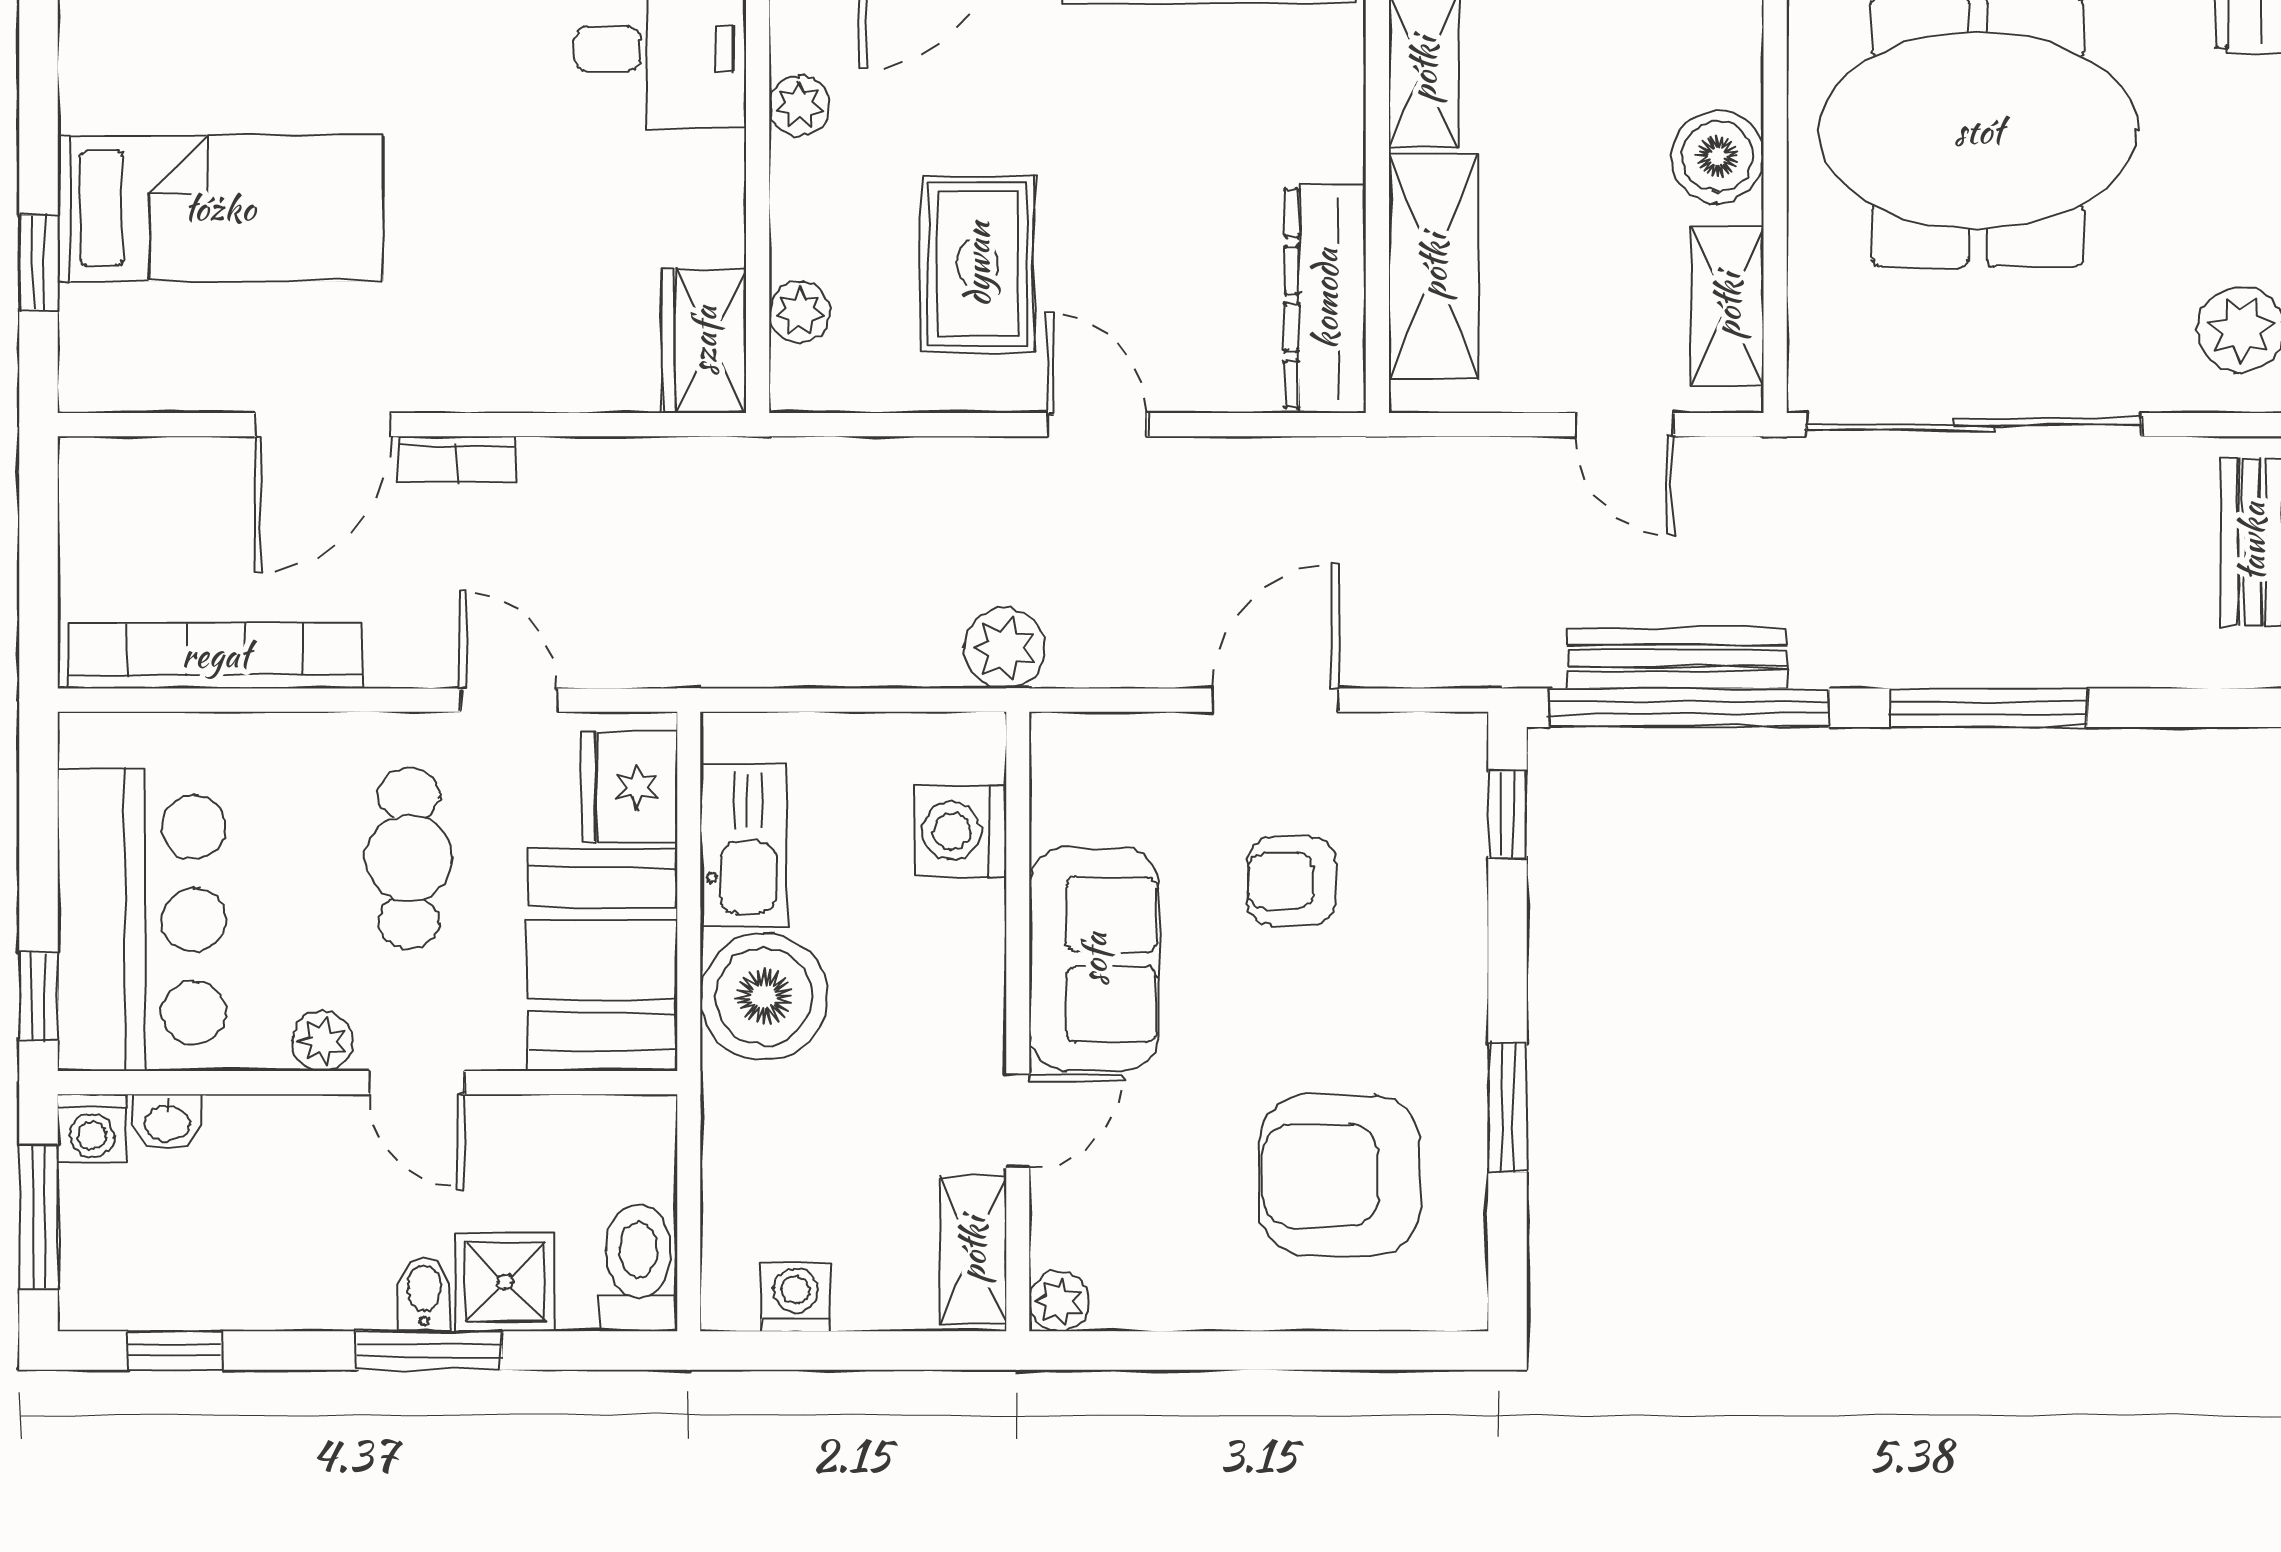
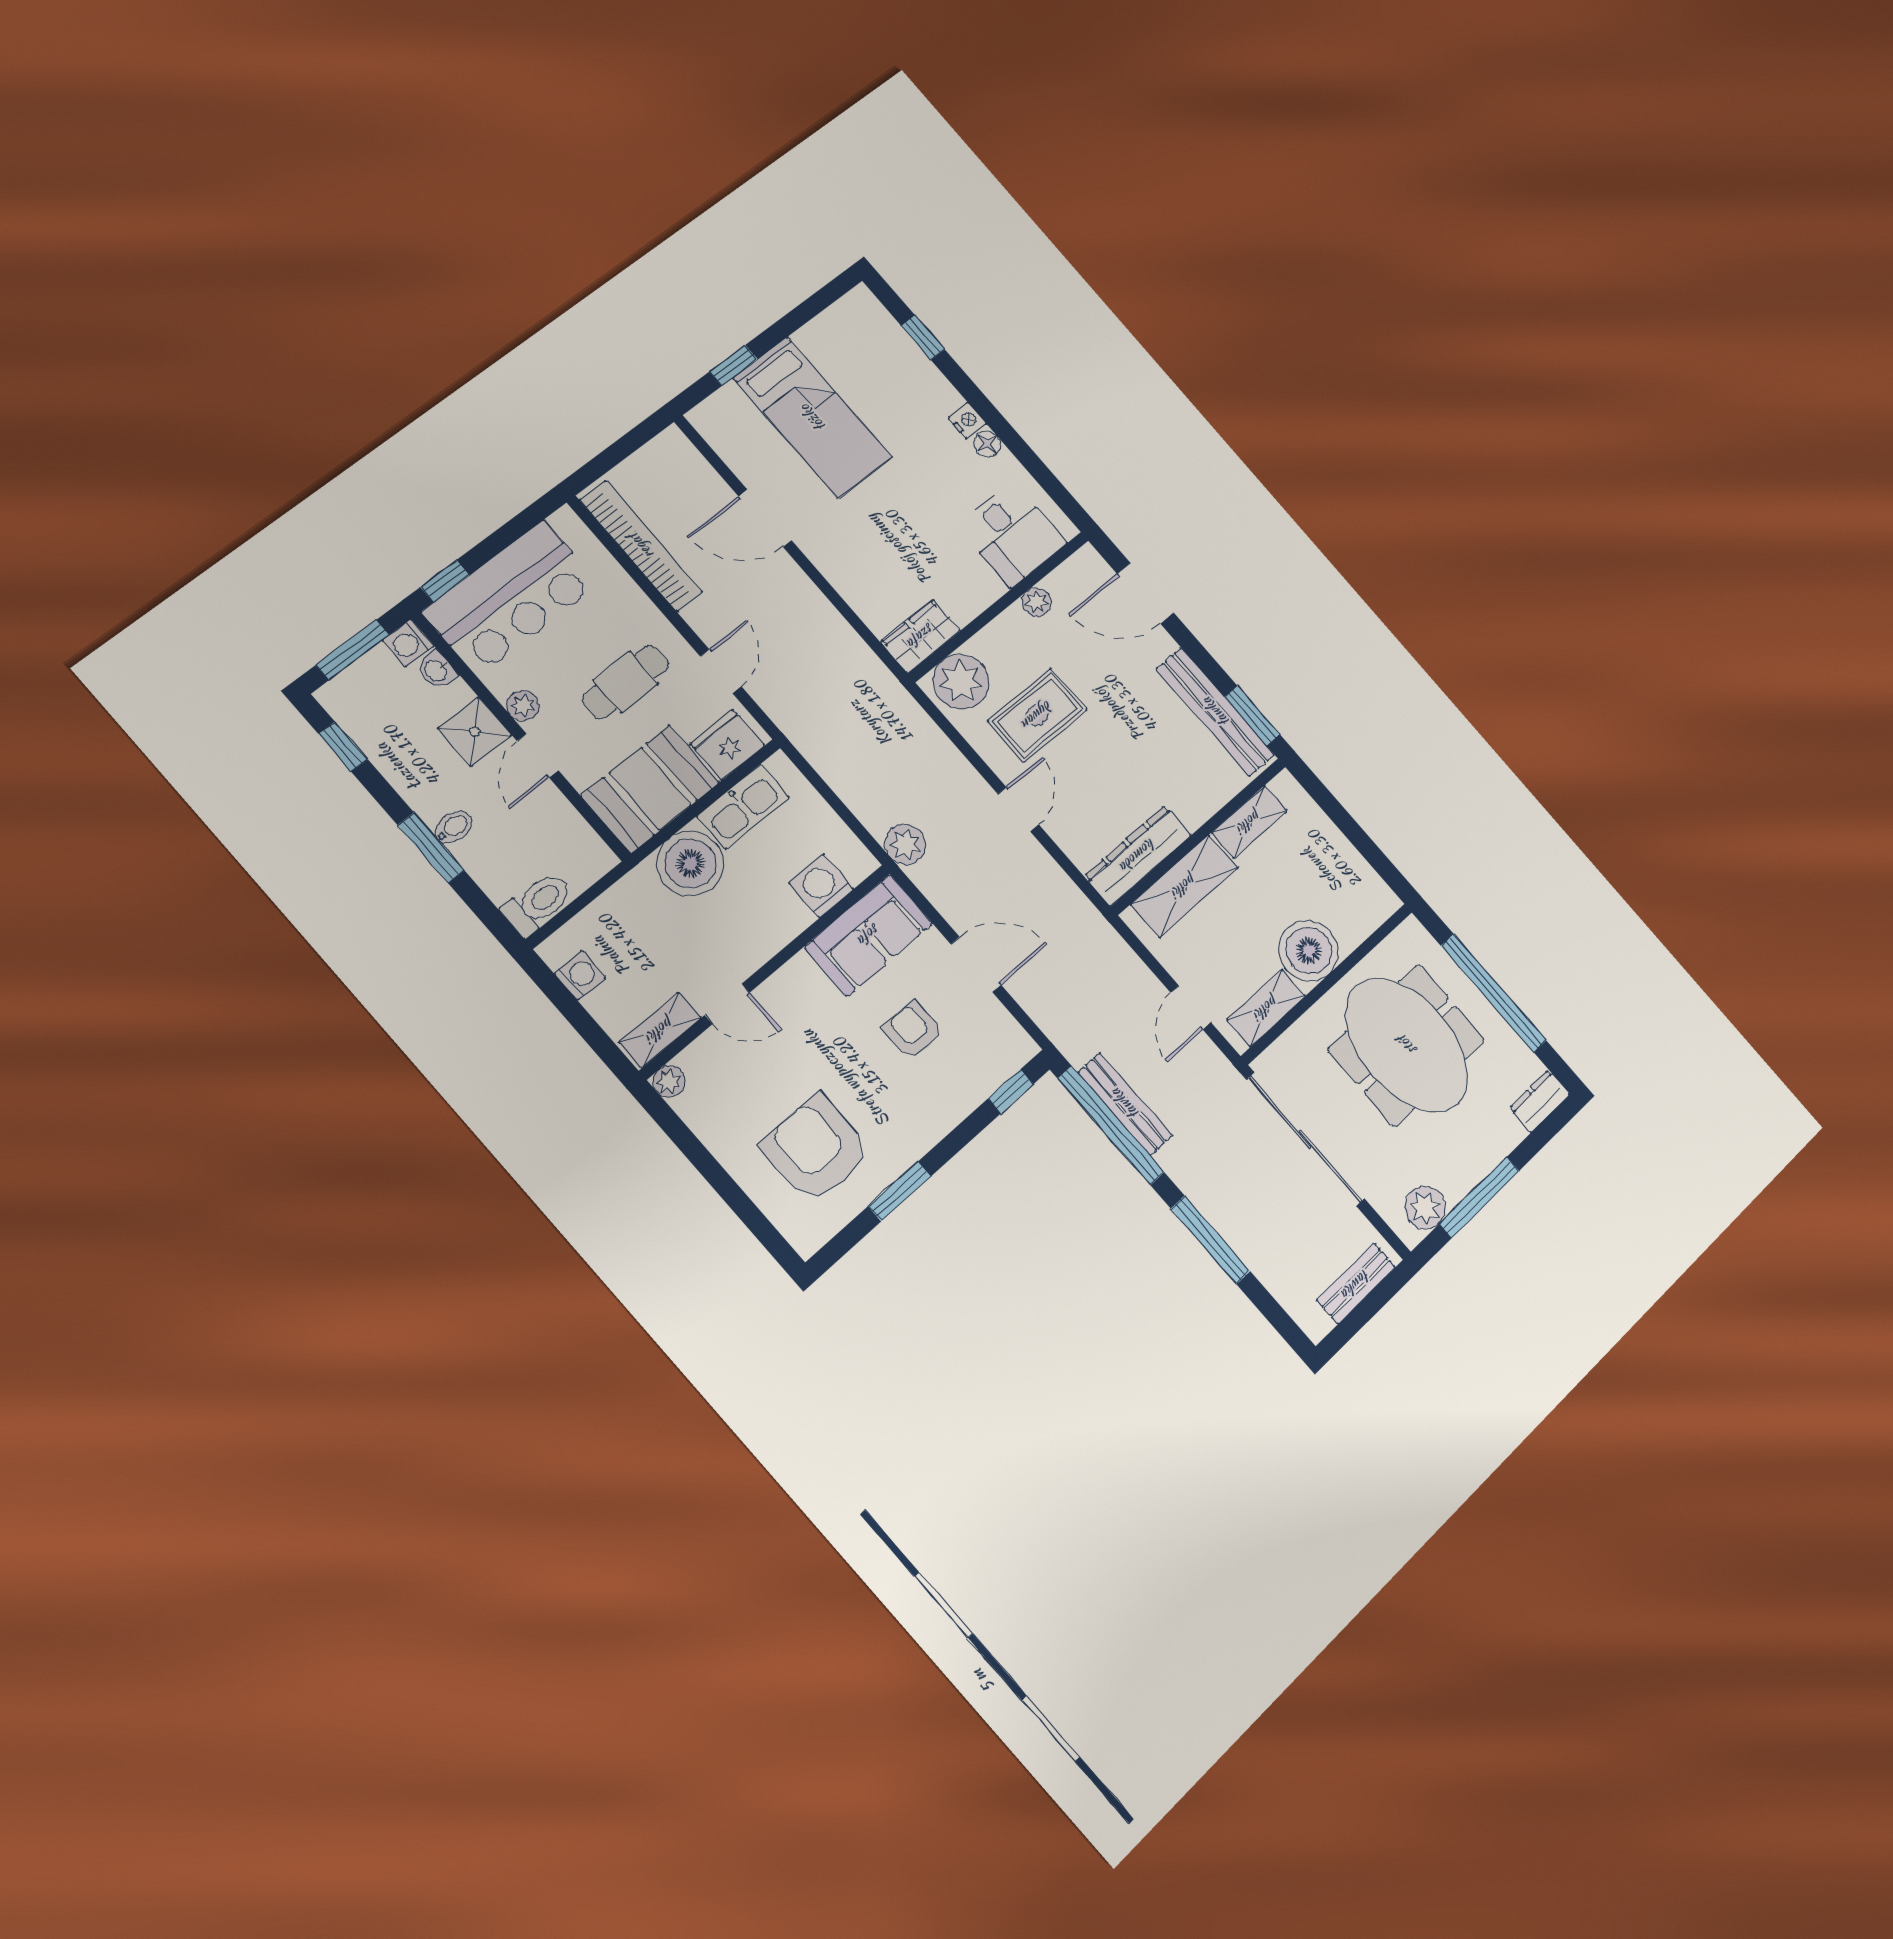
boiler: (1717, 156) -> (1309, 951), width x1.37, depth x1.37
plant: (800, 312) -> (961, 681), width x1.87, depth x1.87
bookcase: (457, 459) -> (796, 579), removed
sofa: (1094, 959) -> (869, 935), moved
shower: (505, 1282) -> (475, 731), moved

